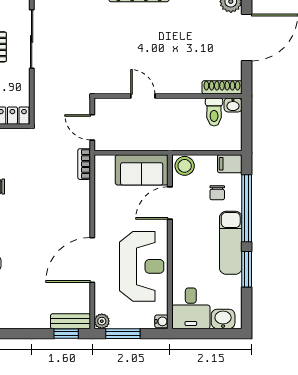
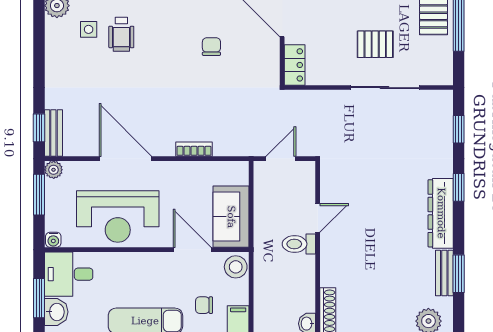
toilet: (214, 112) -> (299, 244), moved
bookcase: (84, 164) -> (194, 149), moved
window: (211, 334) -> (39, 298), added

